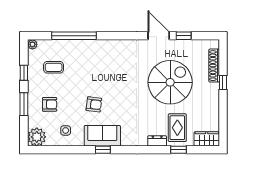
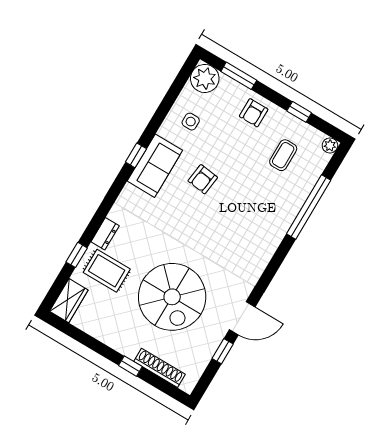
window: (24, 104) -> (239, 76), moved
armchair: (50, 104) -> (254, 113), moved

